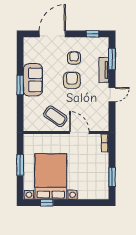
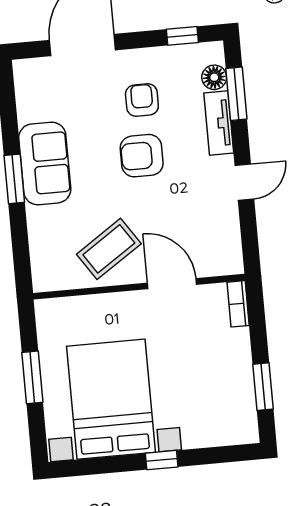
floor lamp: (104, 52) -> (214, 77), added
armchair: (72, 80) -> (142, 156), turned -90
coffee table: (55, 116) -> (109, 249), turned -69
window: (47, 203) -> (162, 460), moved

